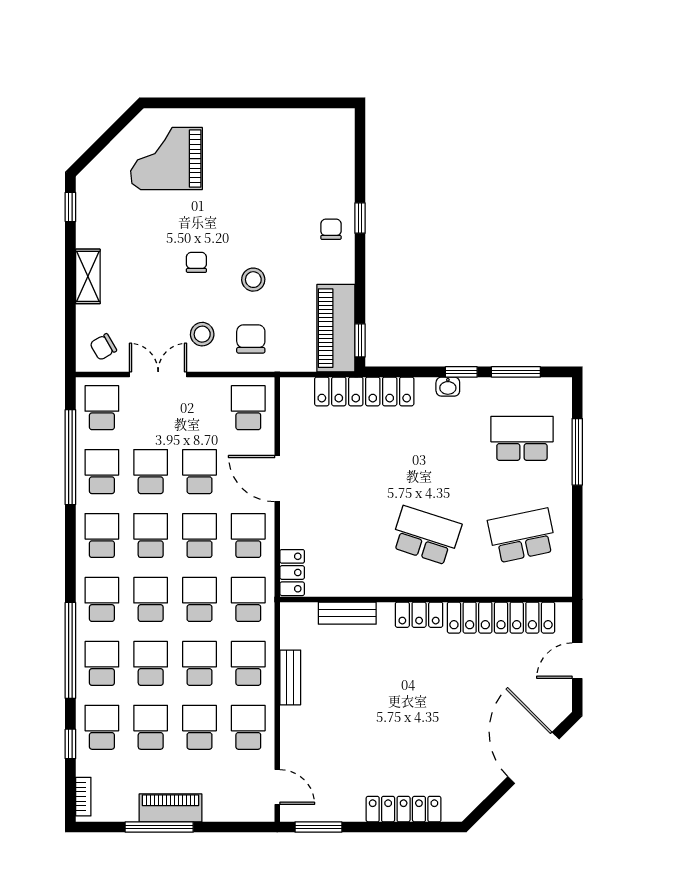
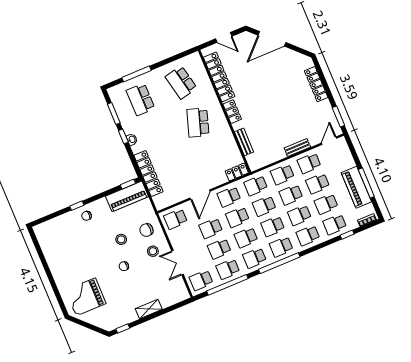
grand piano: (166, 159) -> (86, 297), turned 90
chair: (103, 347) -> (176, 290), removed
window: (70, 650) -> (279, 263), moved
bench: (290, 677) -> (297, 148), moved
piano: (170, 808) -> (356, 187), width x1.37, depth x1.33

